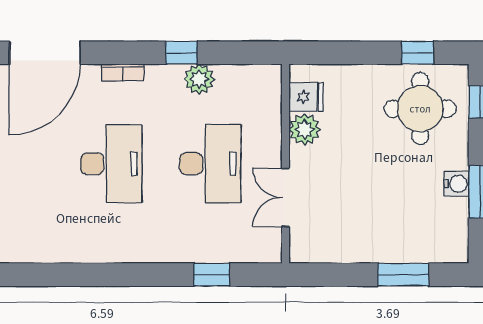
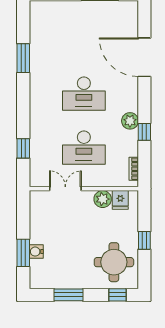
window: (417, 53) -> (144, 240), moved
bookcase: (123, 72) -> (134, 169), moved
plant: (199, 79) -> (130, 121), moved
water cooler: (456, 184) -> (36, 252), moved, turned 90
window: (46, 275) -> (23, 58), added

